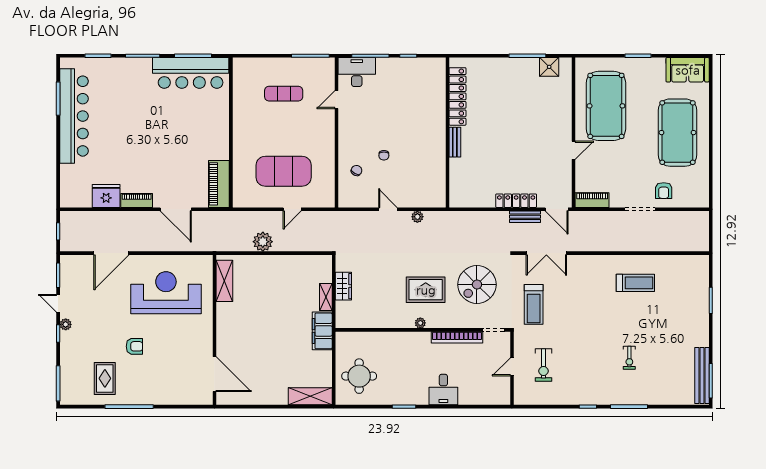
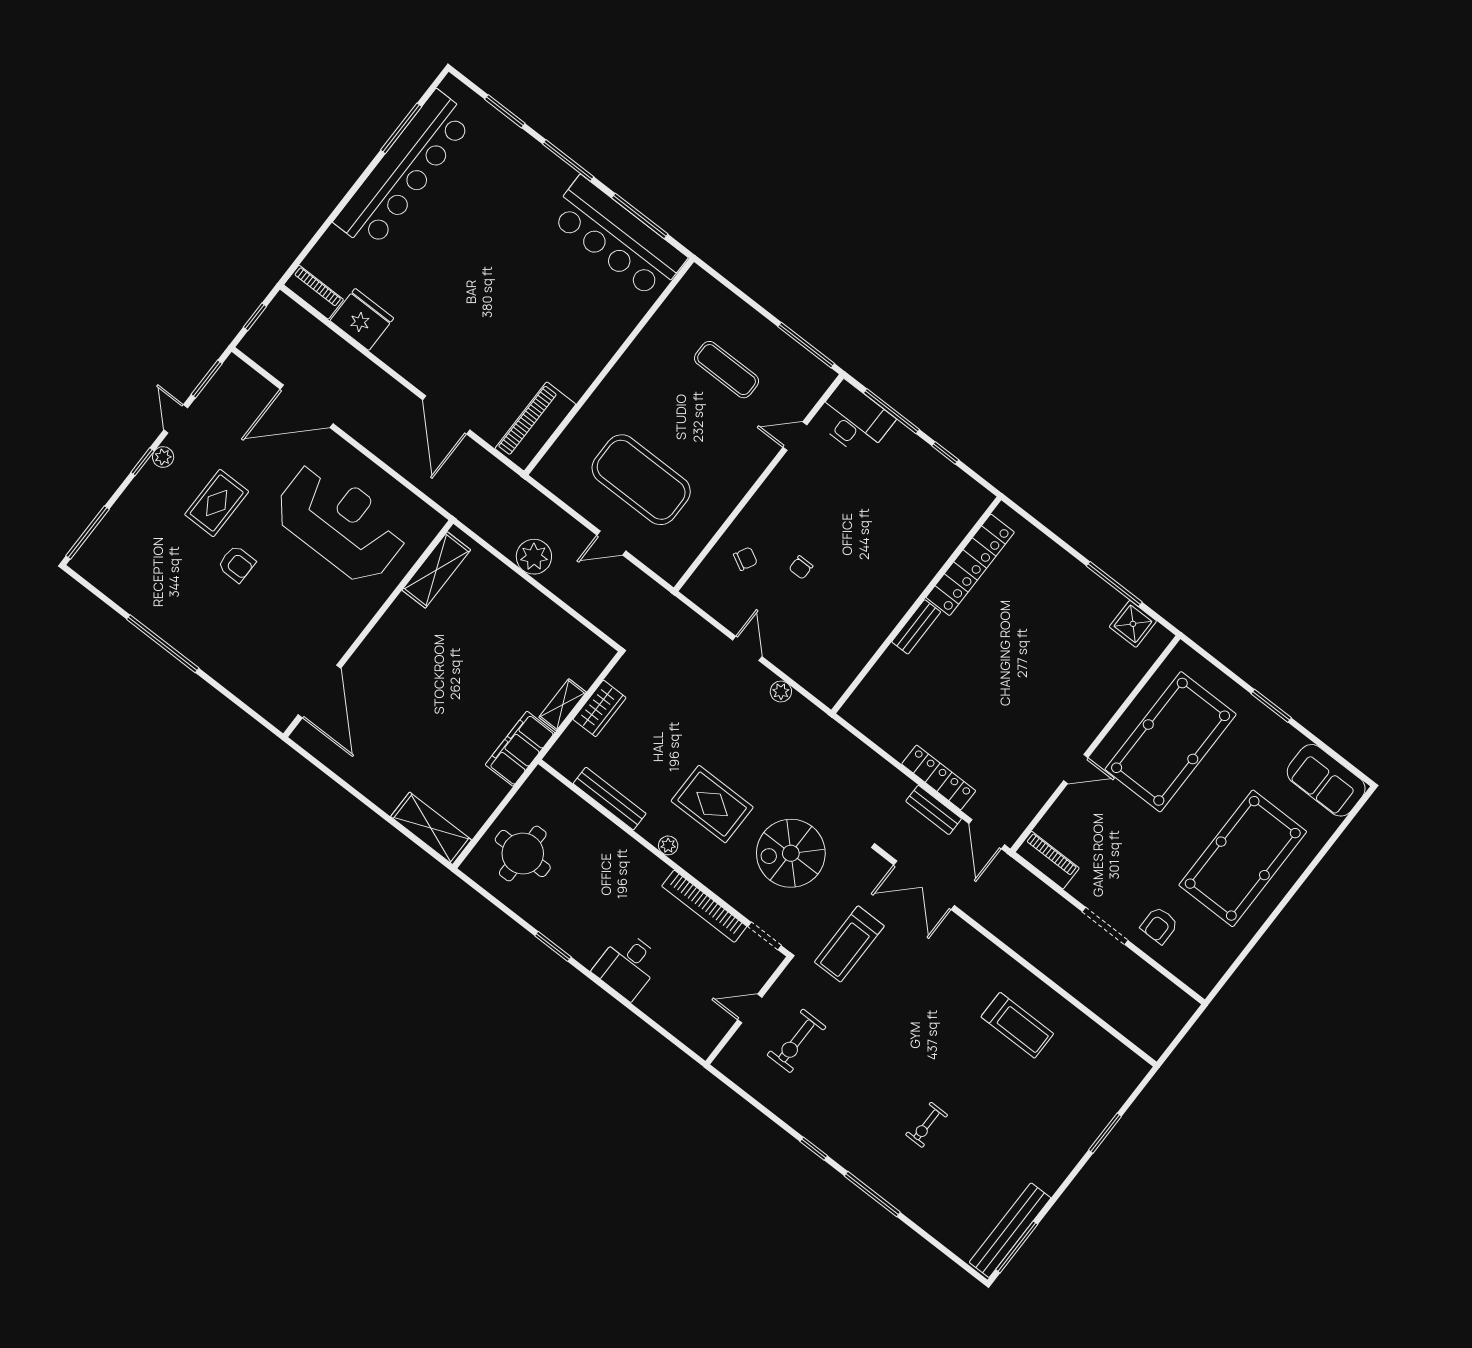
piano: (137, 201) -> (314, 292), moved
bench: (379, 322) -> (610, 799), added
rug: (105, 378) -> (217, 503), moved

